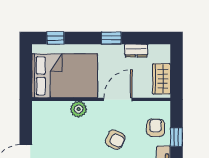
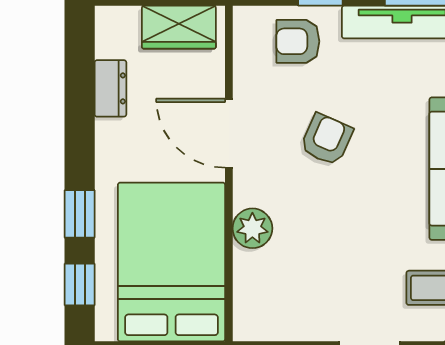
window: (111, 38) -> (80, 214), moved

